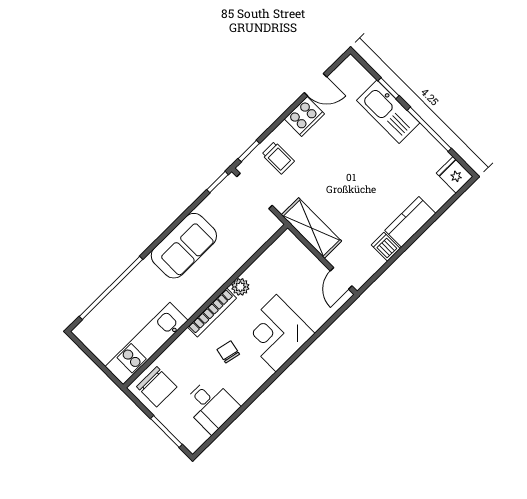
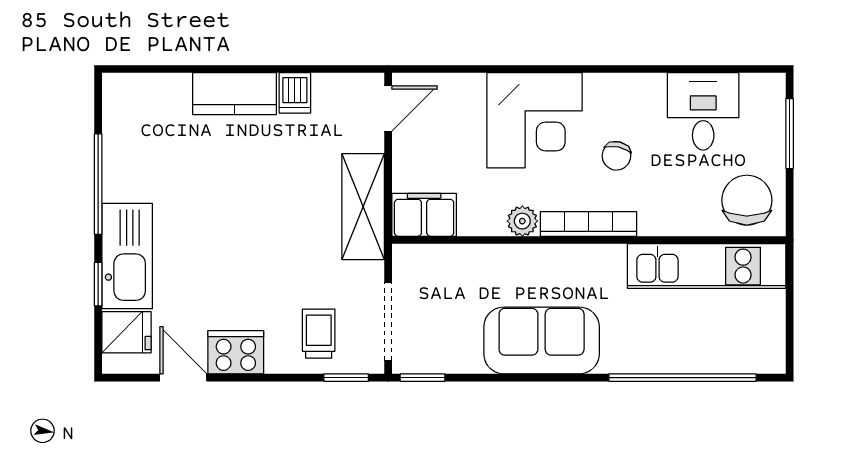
fridge: (455, 175) -> (126, 332), moved, turned -90
filing cabinet: (283, 249) -> (424, 215), added

